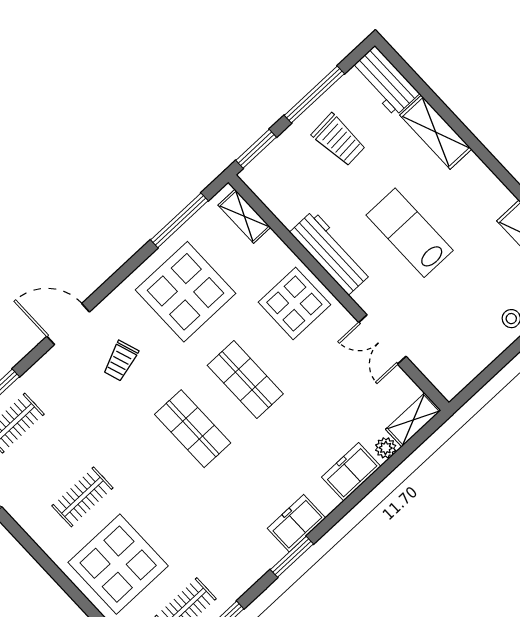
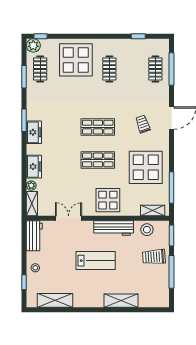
workbench: (385, 81) -> (34, 236), moved, turned 90
trolley: (339, 140) -> (154, 257), moved
stool: (284, 197) -> (147, 230), added

